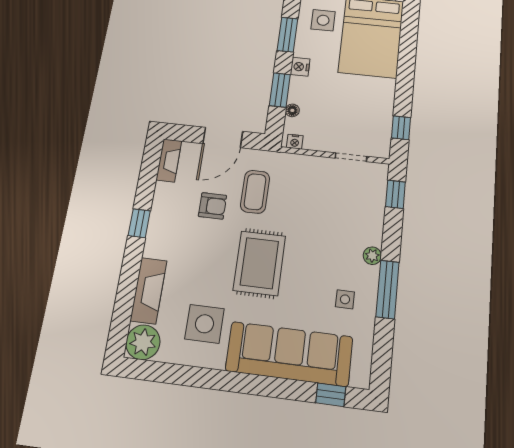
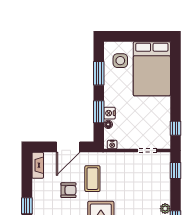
nightstand: (300, 67) -> (109, 113), moved

